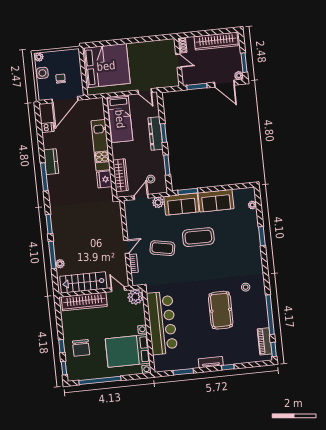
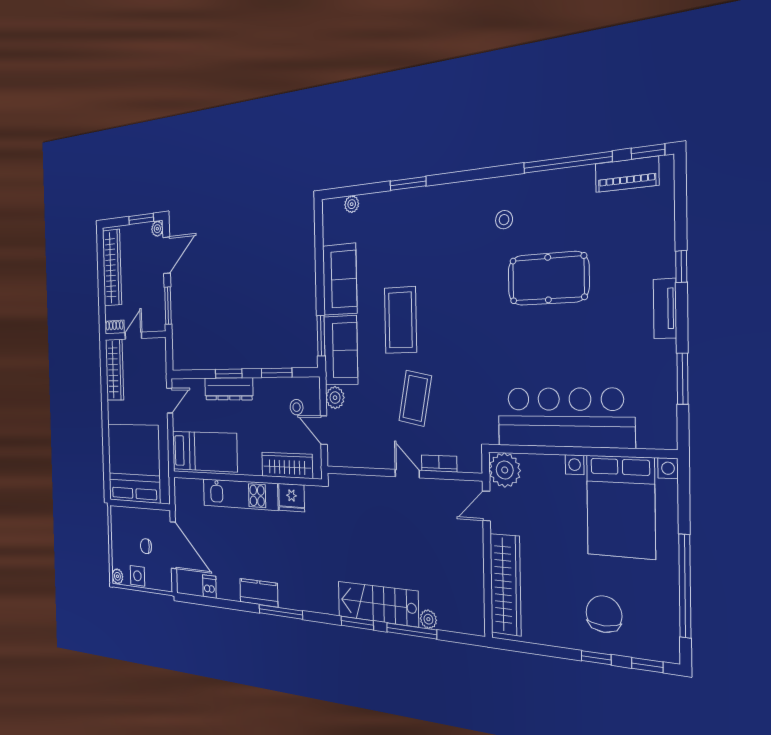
wardrobe: (158, 47) -> (114, 370), added
stairs: (83, 282) -> (378, 604), moved, turned 90
chair: (81, 348) -> (604, 614), turned -90

